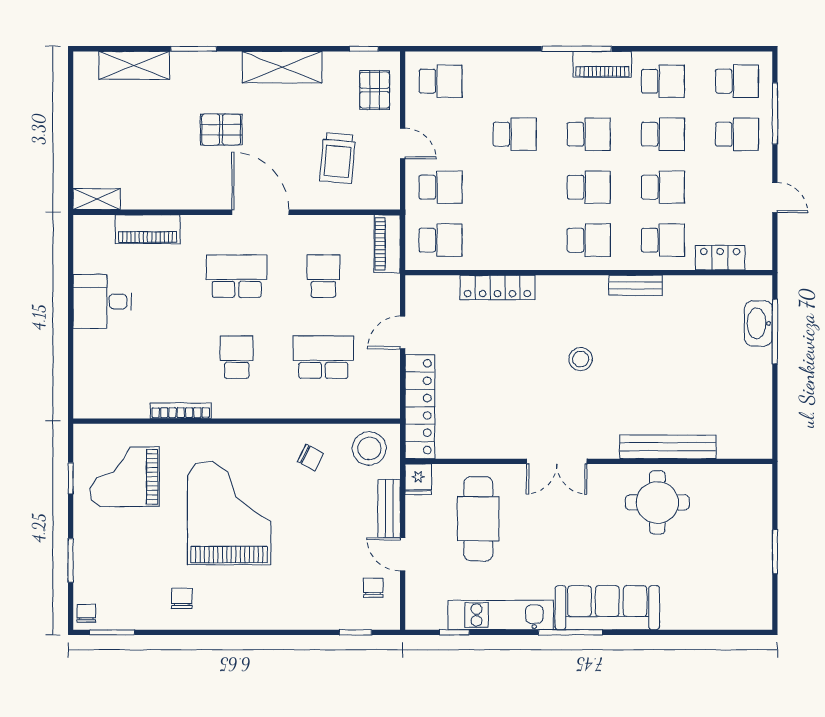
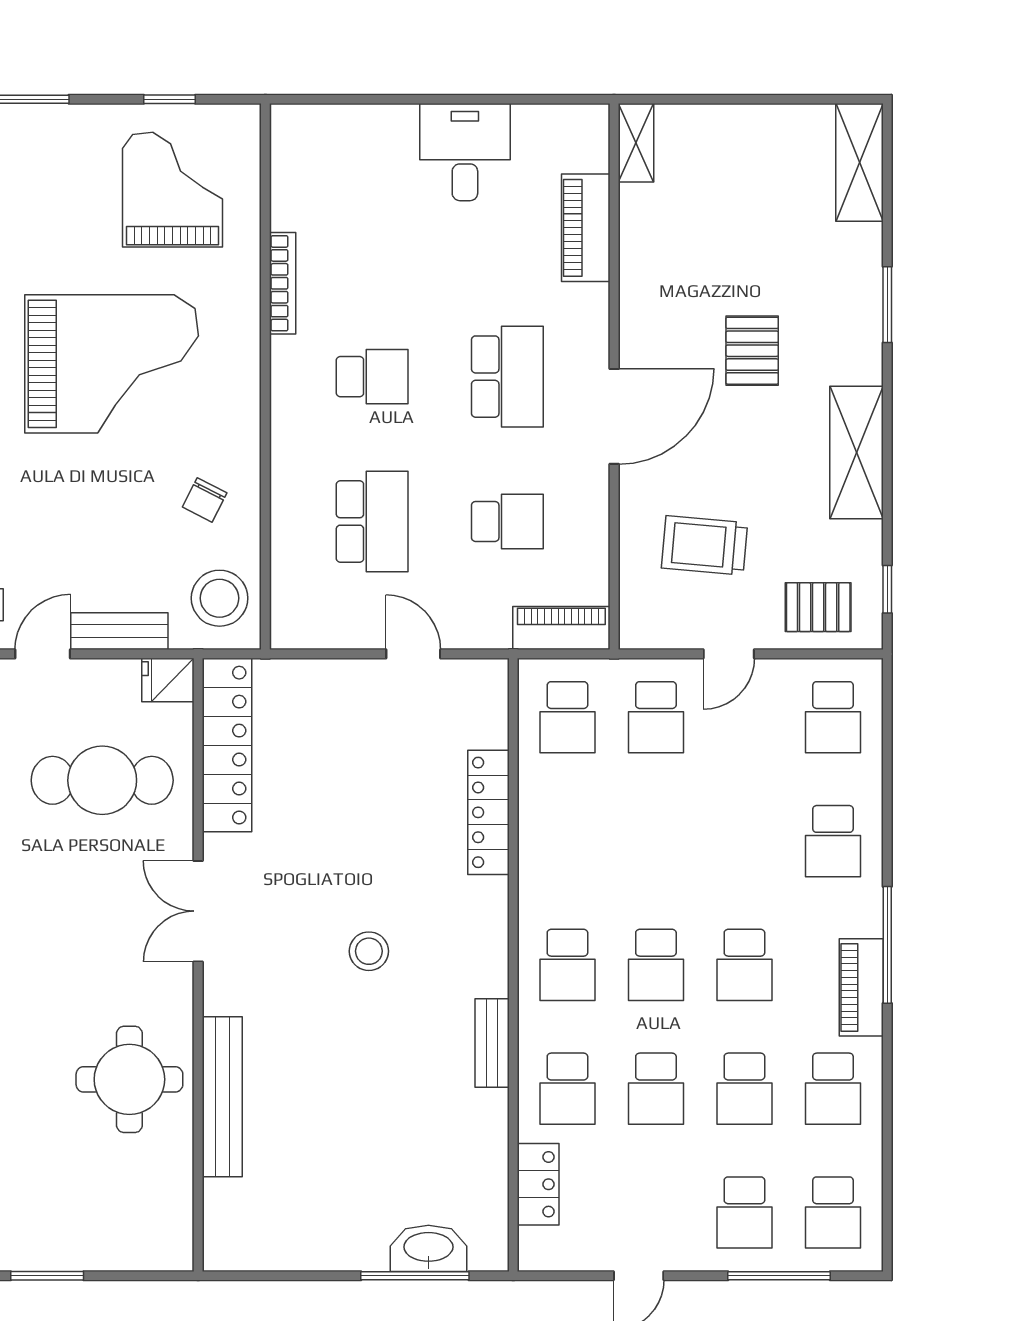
shelving: (134, 65) -> (859, 162), moved
school desk: (515, 134) -> (833, 841), moved
locker: (420, 407) -> (227, 745), moved, turned -90

